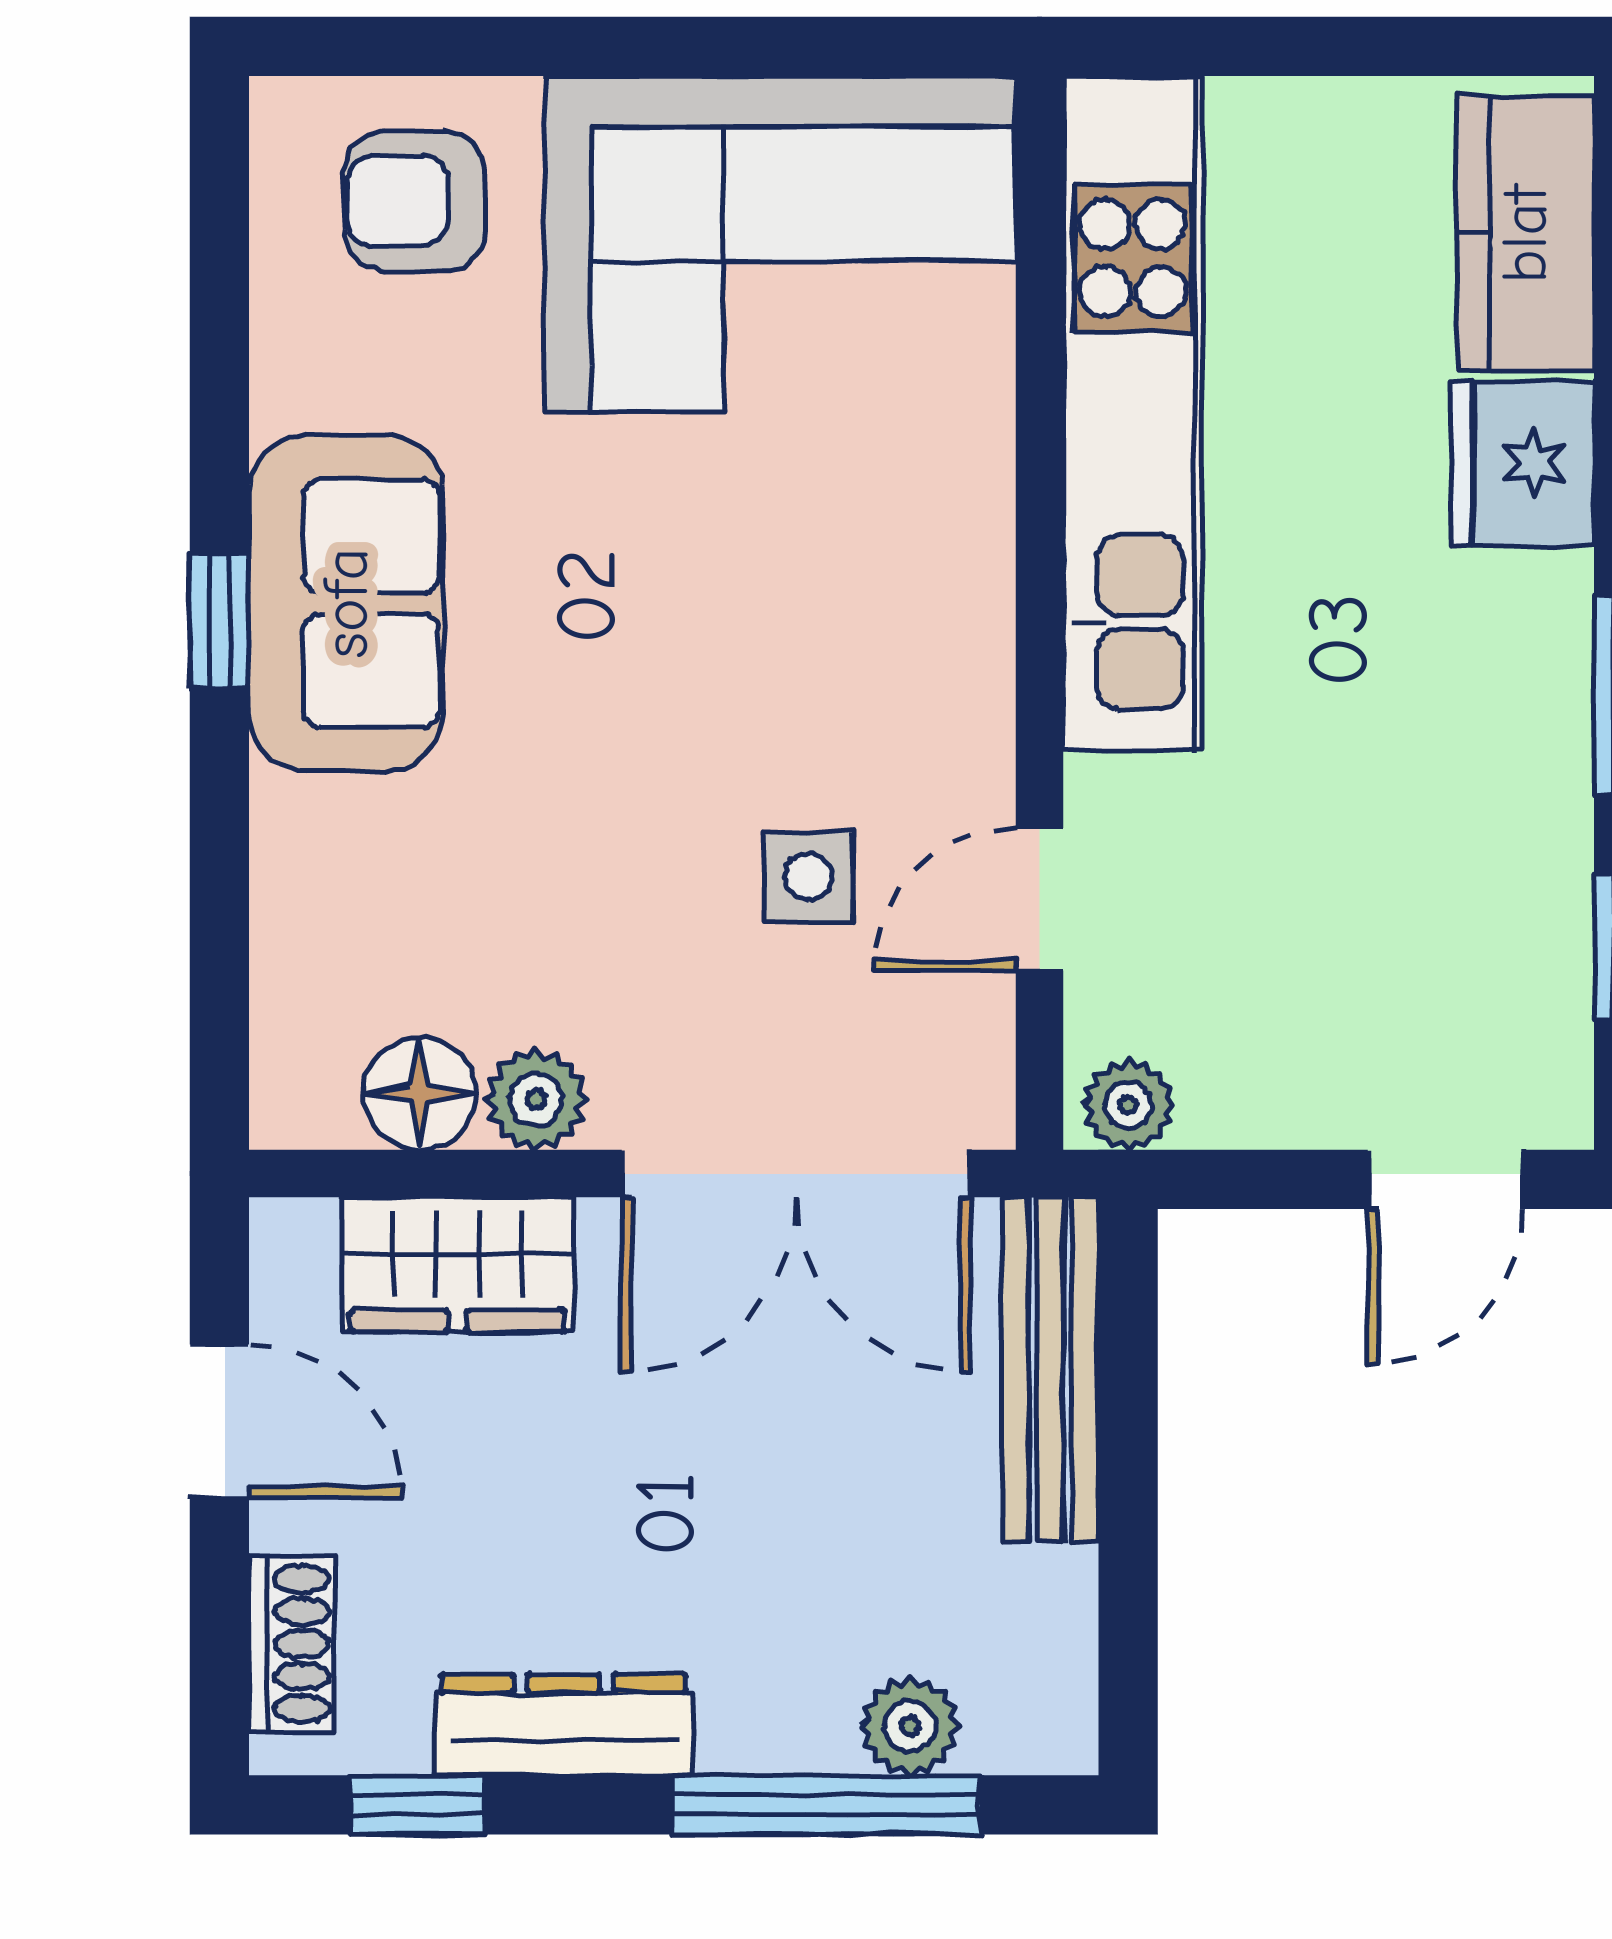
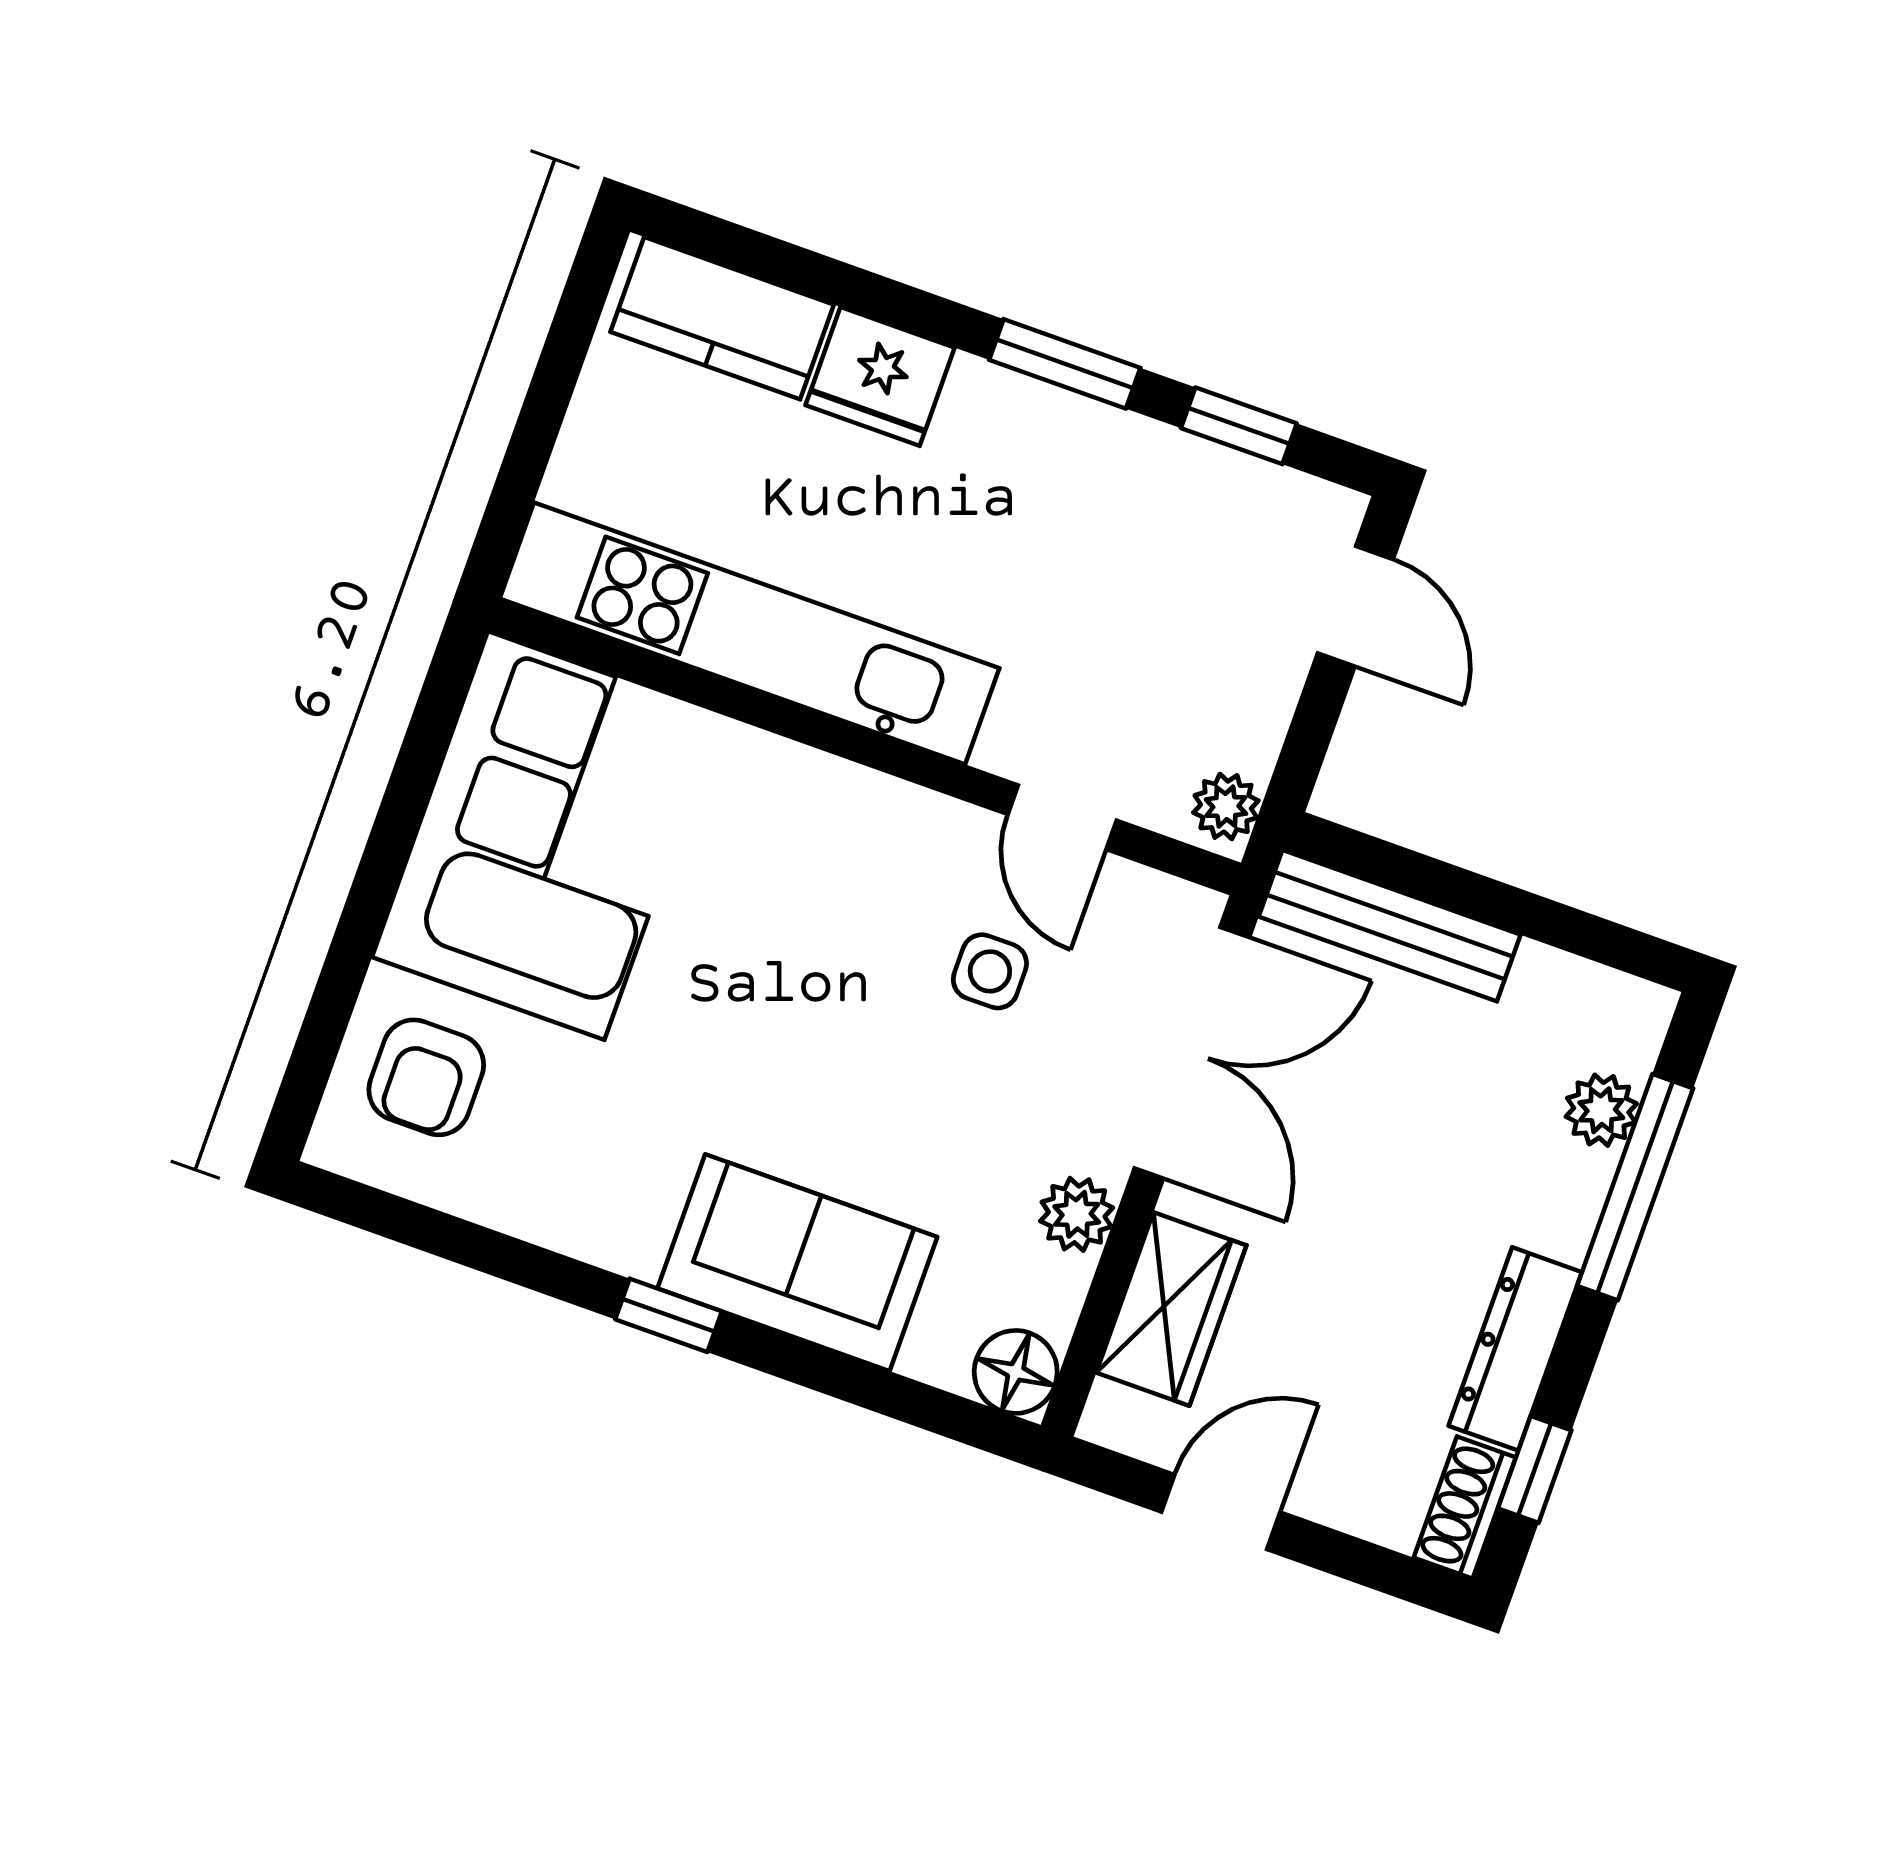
sofa: (346, 603) -> (797, 1263), moved
floor lamp: (419, 1093) -> (1016, 1372), moved
shoe rack: (292, 1644) -> (1465, 1507), moved, turned -90

